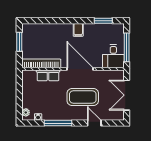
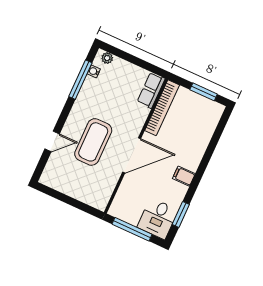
desk: (113, 56) -> (158, 219), moved, turned -90
row of seats: (48, 75) -> (151, 90), moved
double door: (127, 95) -> (69, 201), removed
window: (58, 123) -> (80, 80), moved

